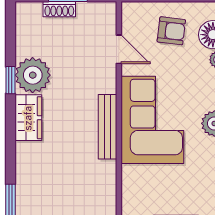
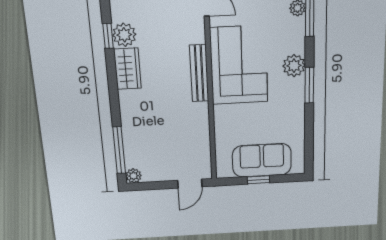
plant: (33, 75) -> (124, 35), width x0.73, depth x0.73

